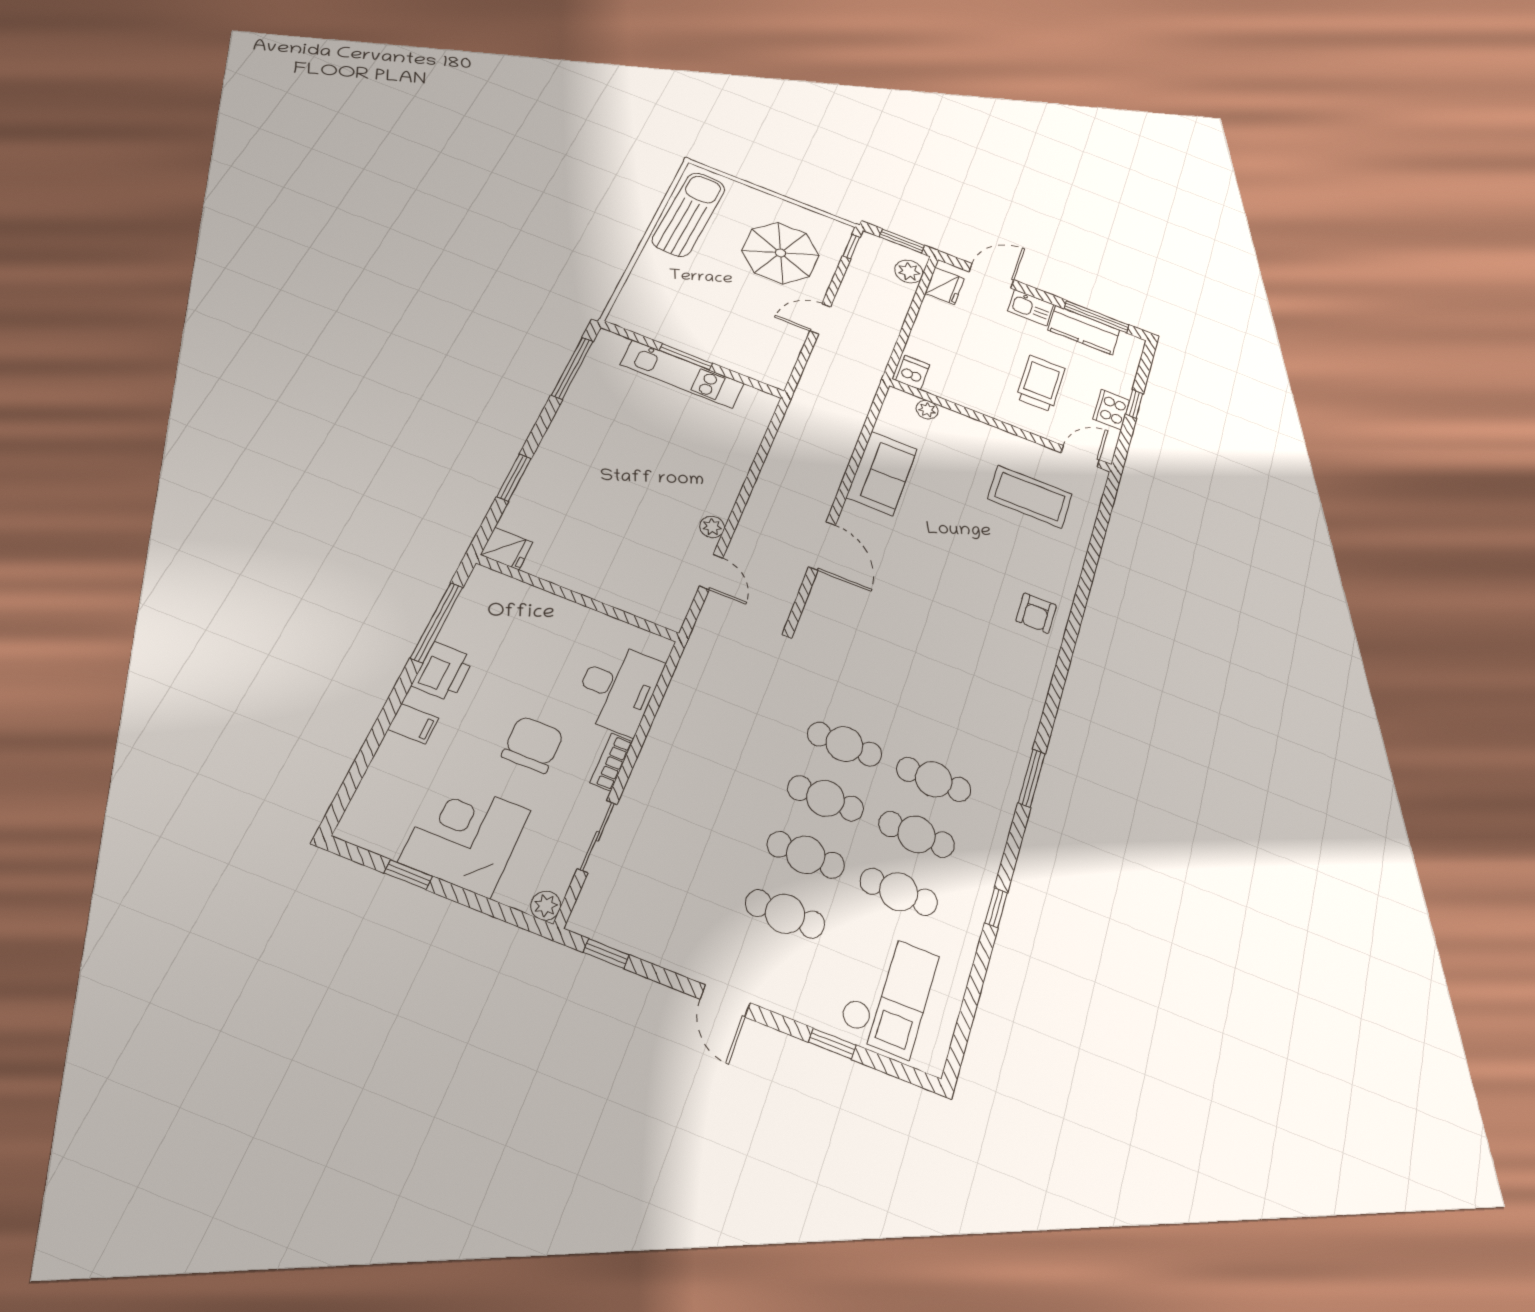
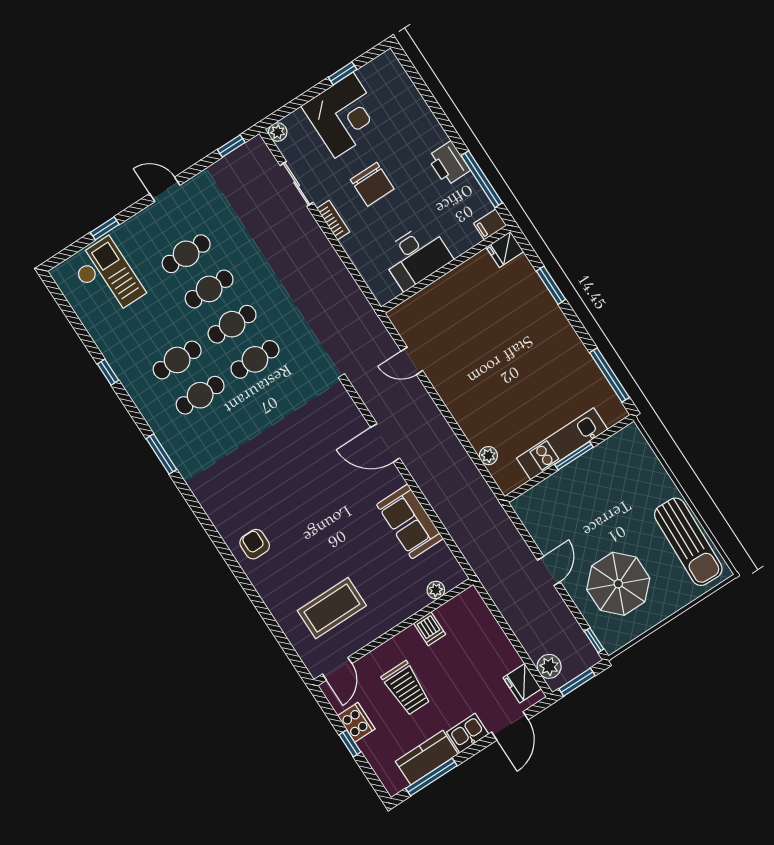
dishwasher: (913, 373) -> (430, 629), moved
plant: (712, 527) -> (488, 456), moved
desk: (618, 688) -> (416, 256), moved, turned -90
filing cabinet: (413, 724) -> (490, 224), moved
cafe table: (899, 892) -> (154, 325), removed
checkout: (889, 994) -> (107, 277), turned 180

